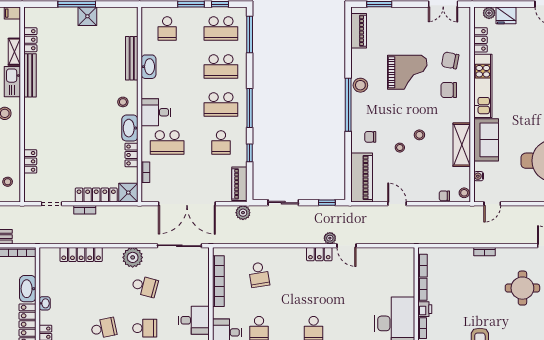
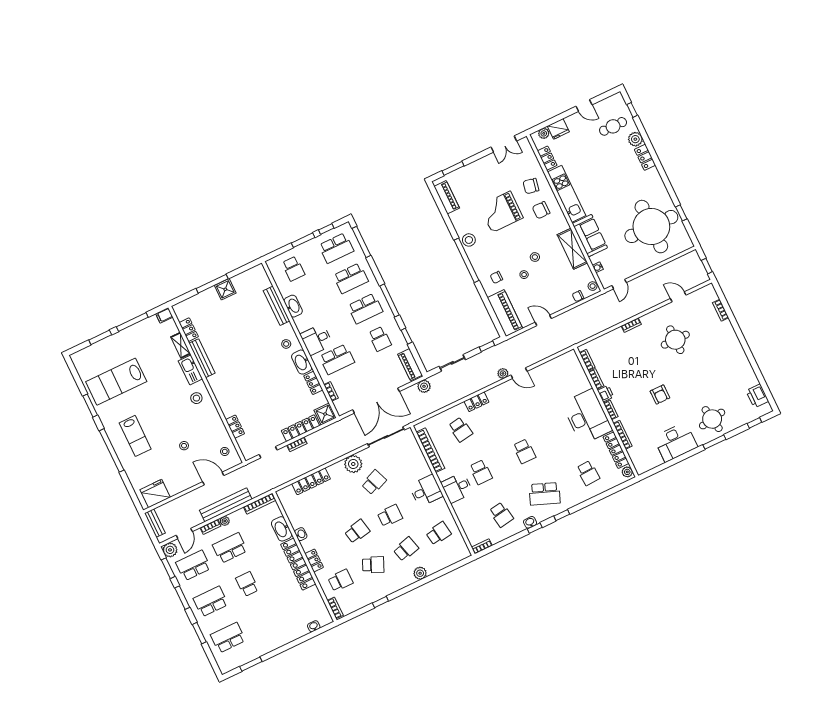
grand piano: (407, 72) -> (501, 212), turned 180
locker: (319, 254) -> (476, 402), moved
school desk: (145, 286) -> (374, 482), turned -36

